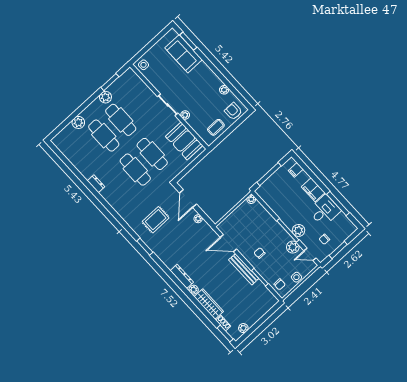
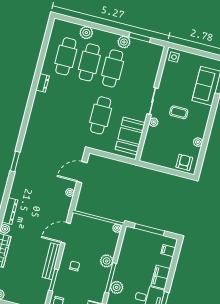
coffee table: (216, 127) -> (179, 112), moved
cafe table: (135, 170) -> (66, 56), moved
rug: (156, 220) -> (45, 156), removed
door: (228, 243) -> (66, 233), hinge flipped
plant: (293, 247) -> (107, 261), moved

